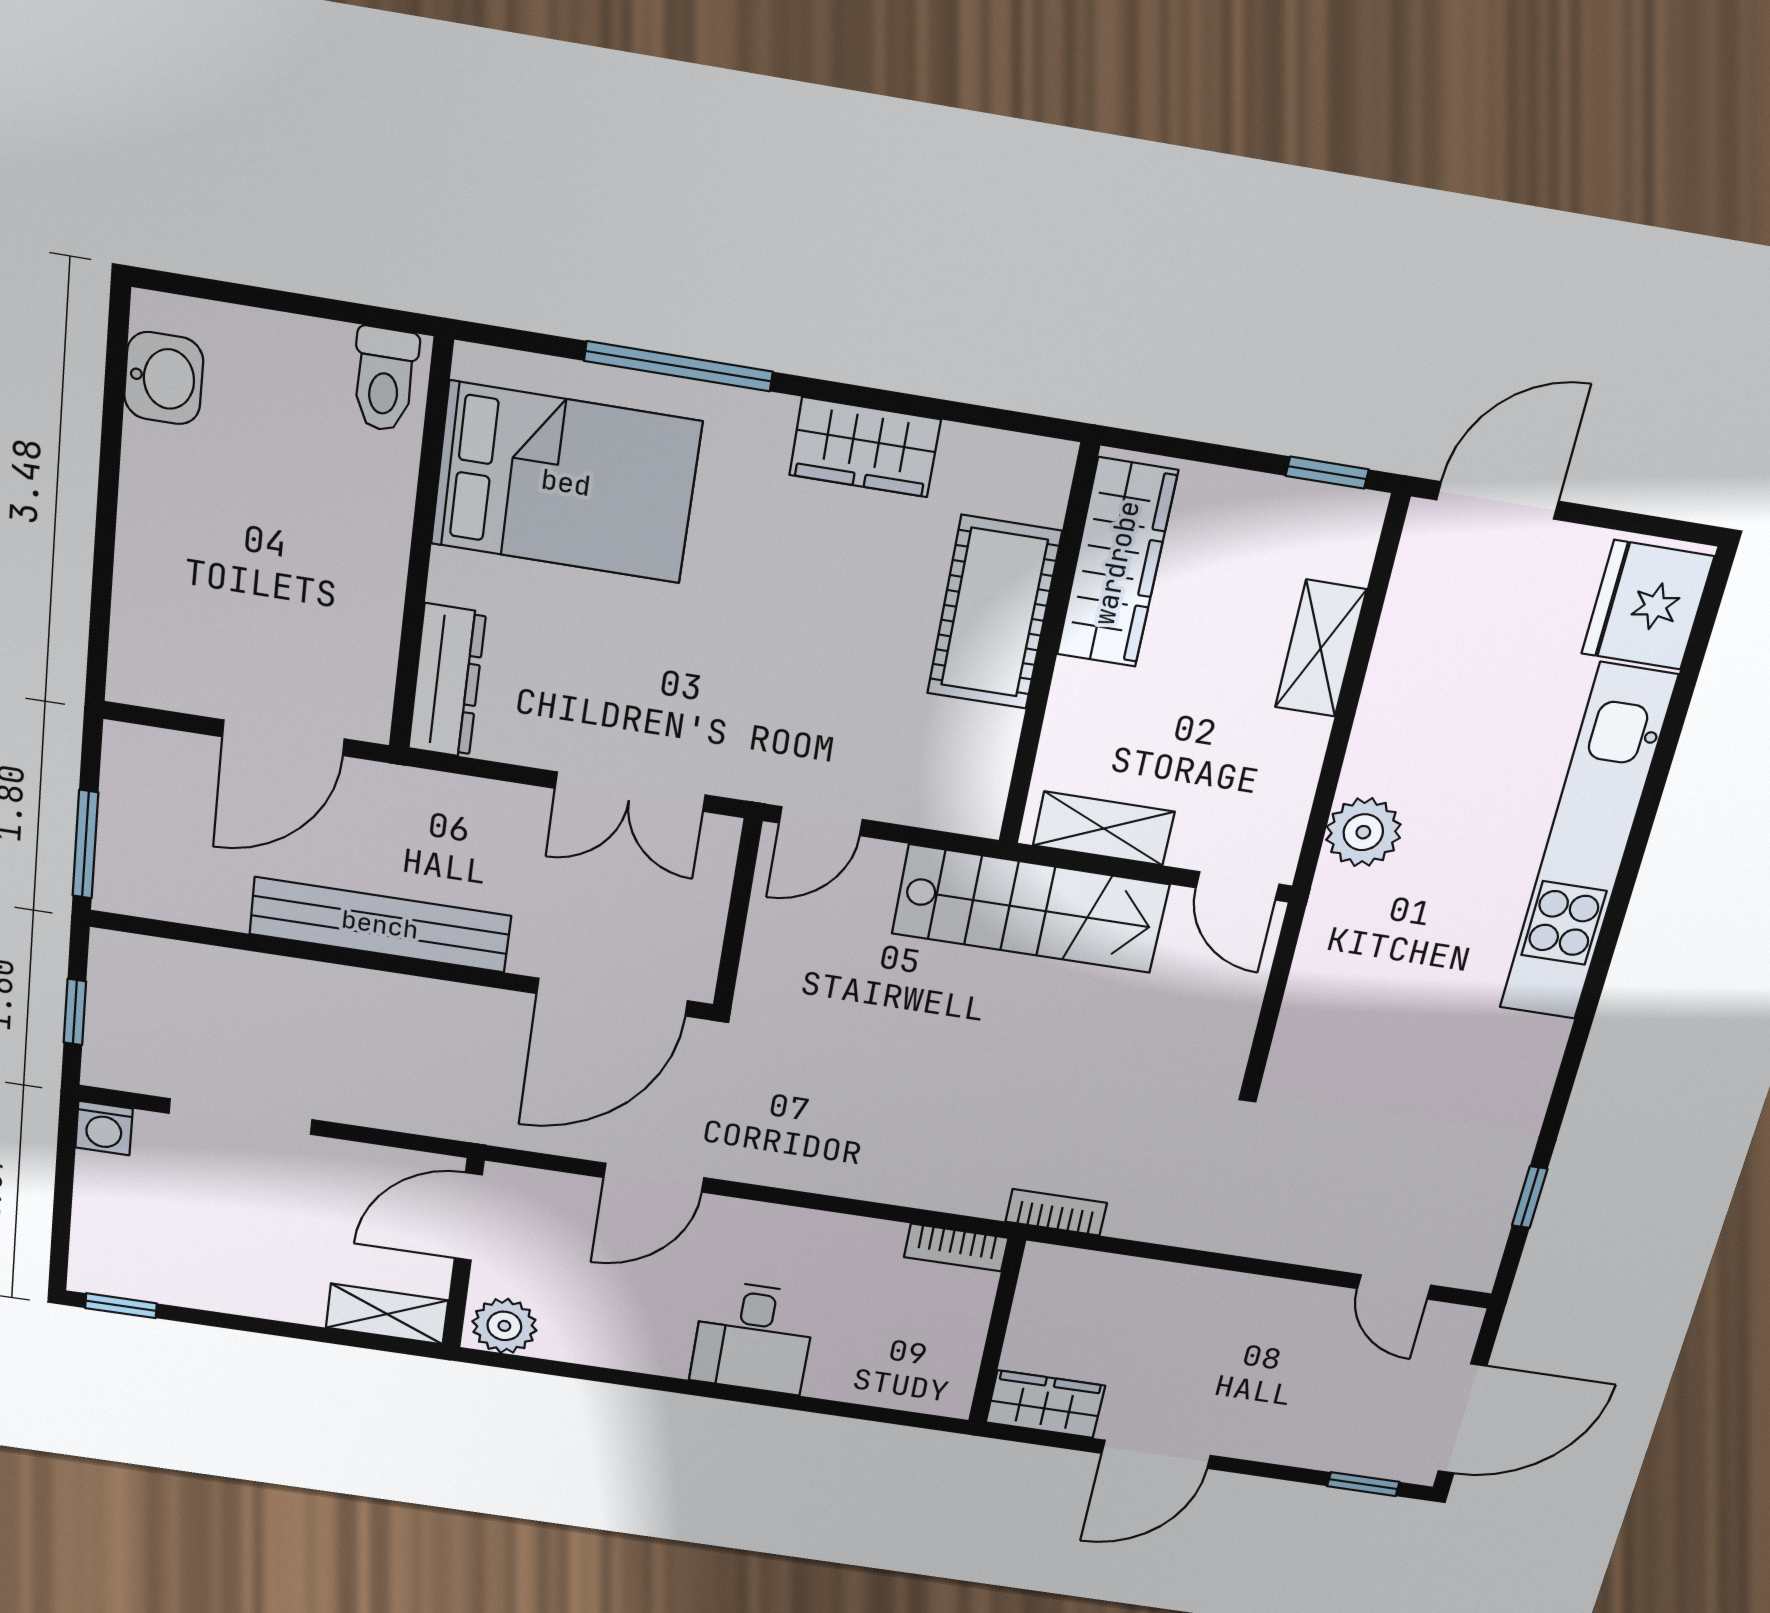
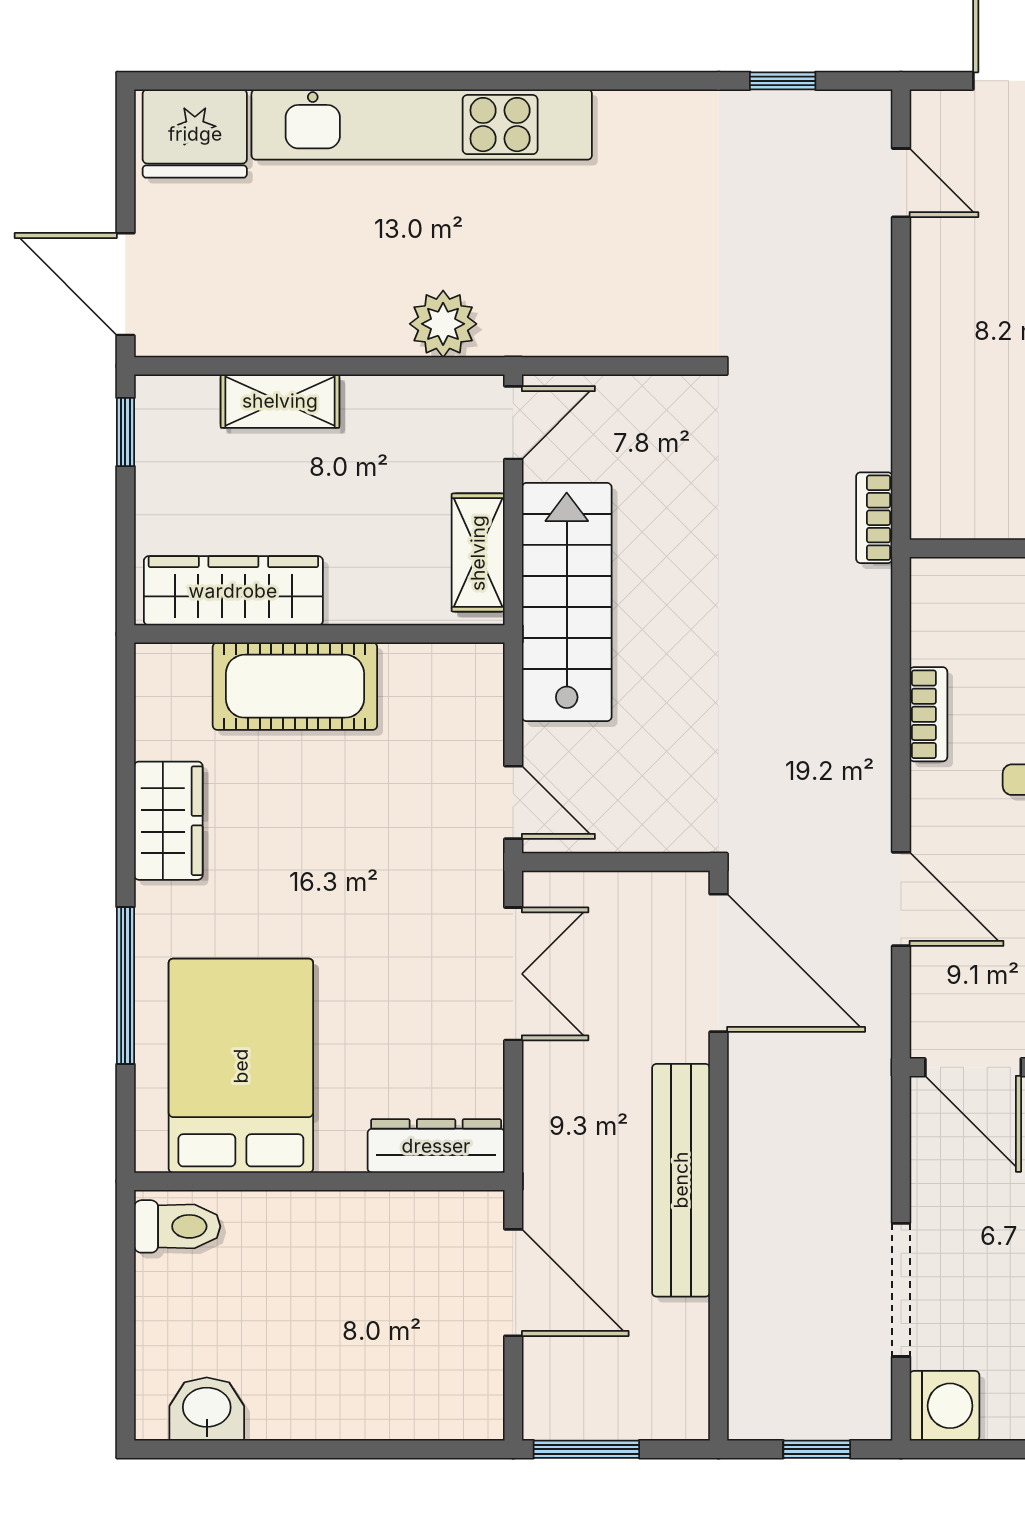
window: (85, 844) -> (586, 1449), moved
washing machine: (104, 1128) -> (944, 1406), width x1.38, depth x1.38
bookcase: (956, 1247) -> (928, 714), moved
door: (1394, 1287) -> (901, 183), hinge flipped

